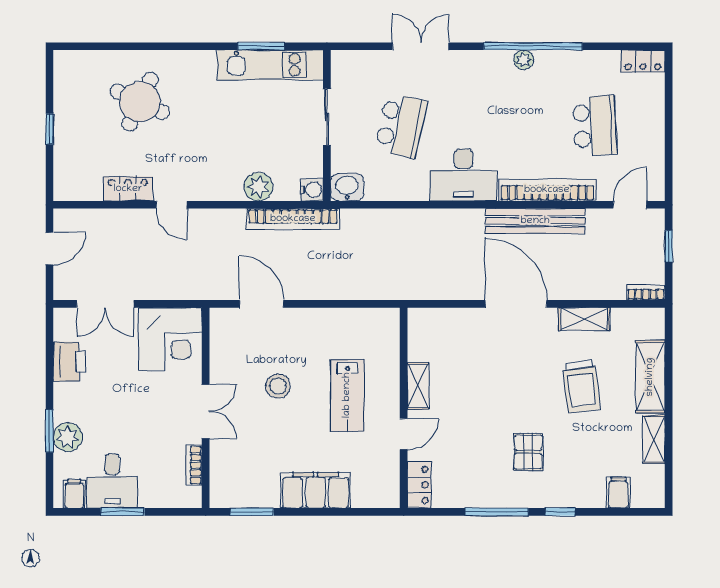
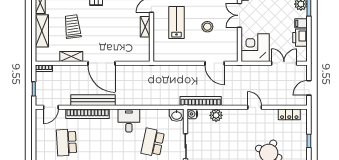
desk: (464, 175) -> (129, 121), width x0.73
locker: (128, 189) -> (289, 114), moved
filing cabinet: (67, 394) -> (301, 23), added

